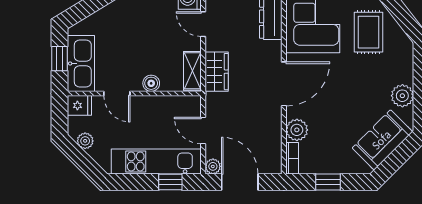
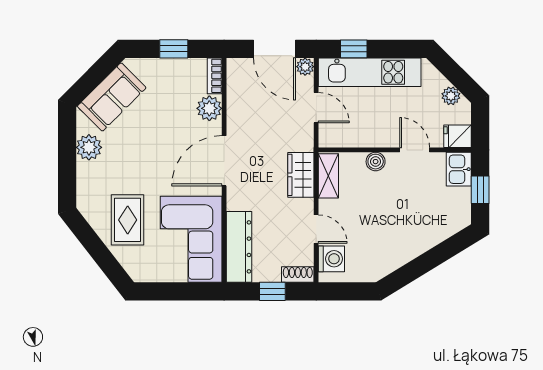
kitchen sink: (81, 63) -> (459, 169), width x0.53, depth x0.81

